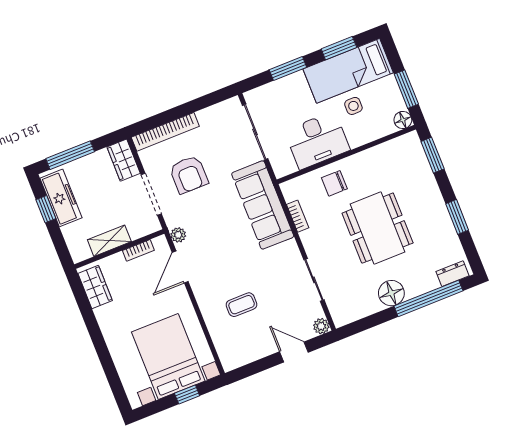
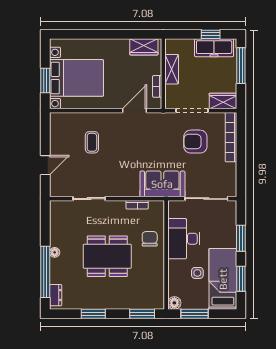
sofa: (263, 205) -> (162, 184), width x0.73
plant: (178, 235) -> (157, 118), removed
door: (180, 267) -> (134, 111), hinge flipped
floor lamp: (391, 293) -> (55, 252), width x0.53, depth x0.53
plant: (321, 326) -> (55, 191), removed
window: (187, 394) -> (45, 81), width x1.50

